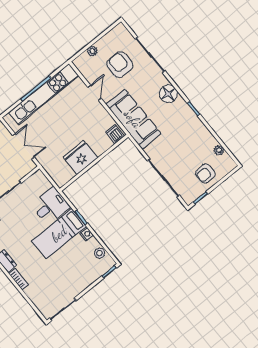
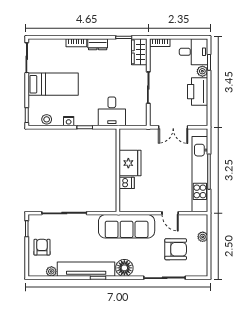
tv unit: (194, 124) -> (86, 269), added
dishwasher: (115, 134) -> (127, 183), moved
bed: (59, 234) -> (53, 84), moved, turned 90

